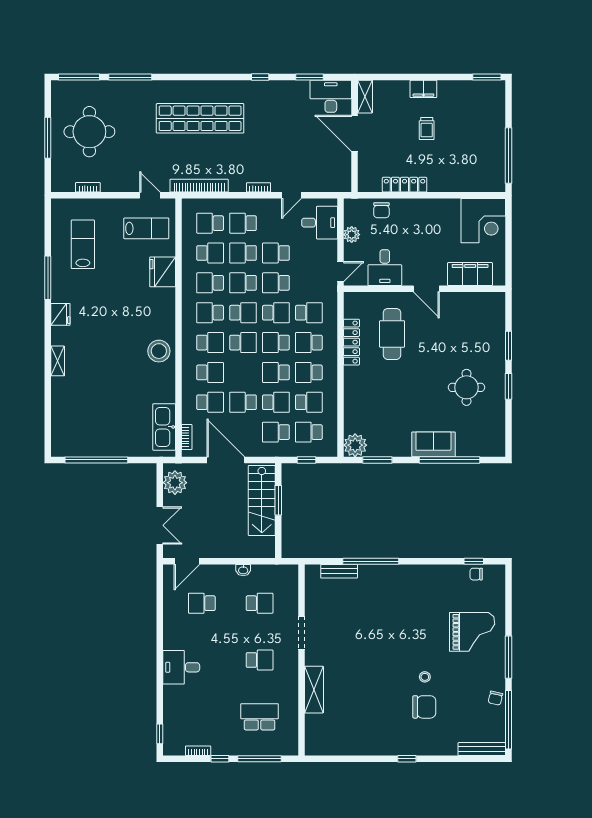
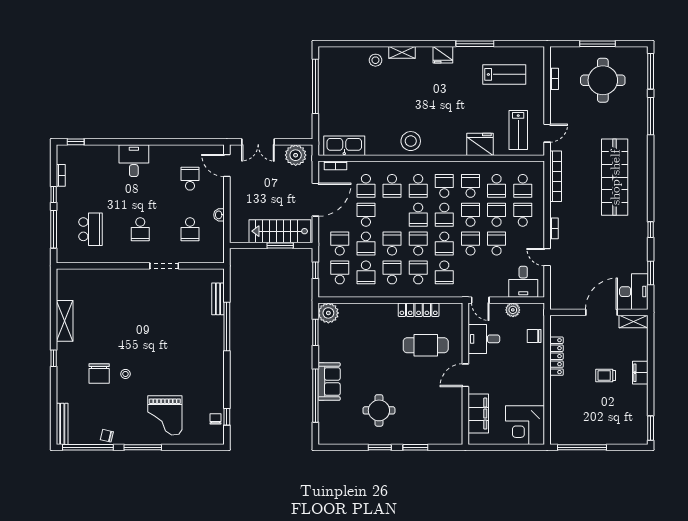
school desk: (210, 223) -> (523, 186), turned 180
stool: (67, 391) -> (375, 60), added
shelving: (314, 690) -> (65, 321), moved, turned 90

